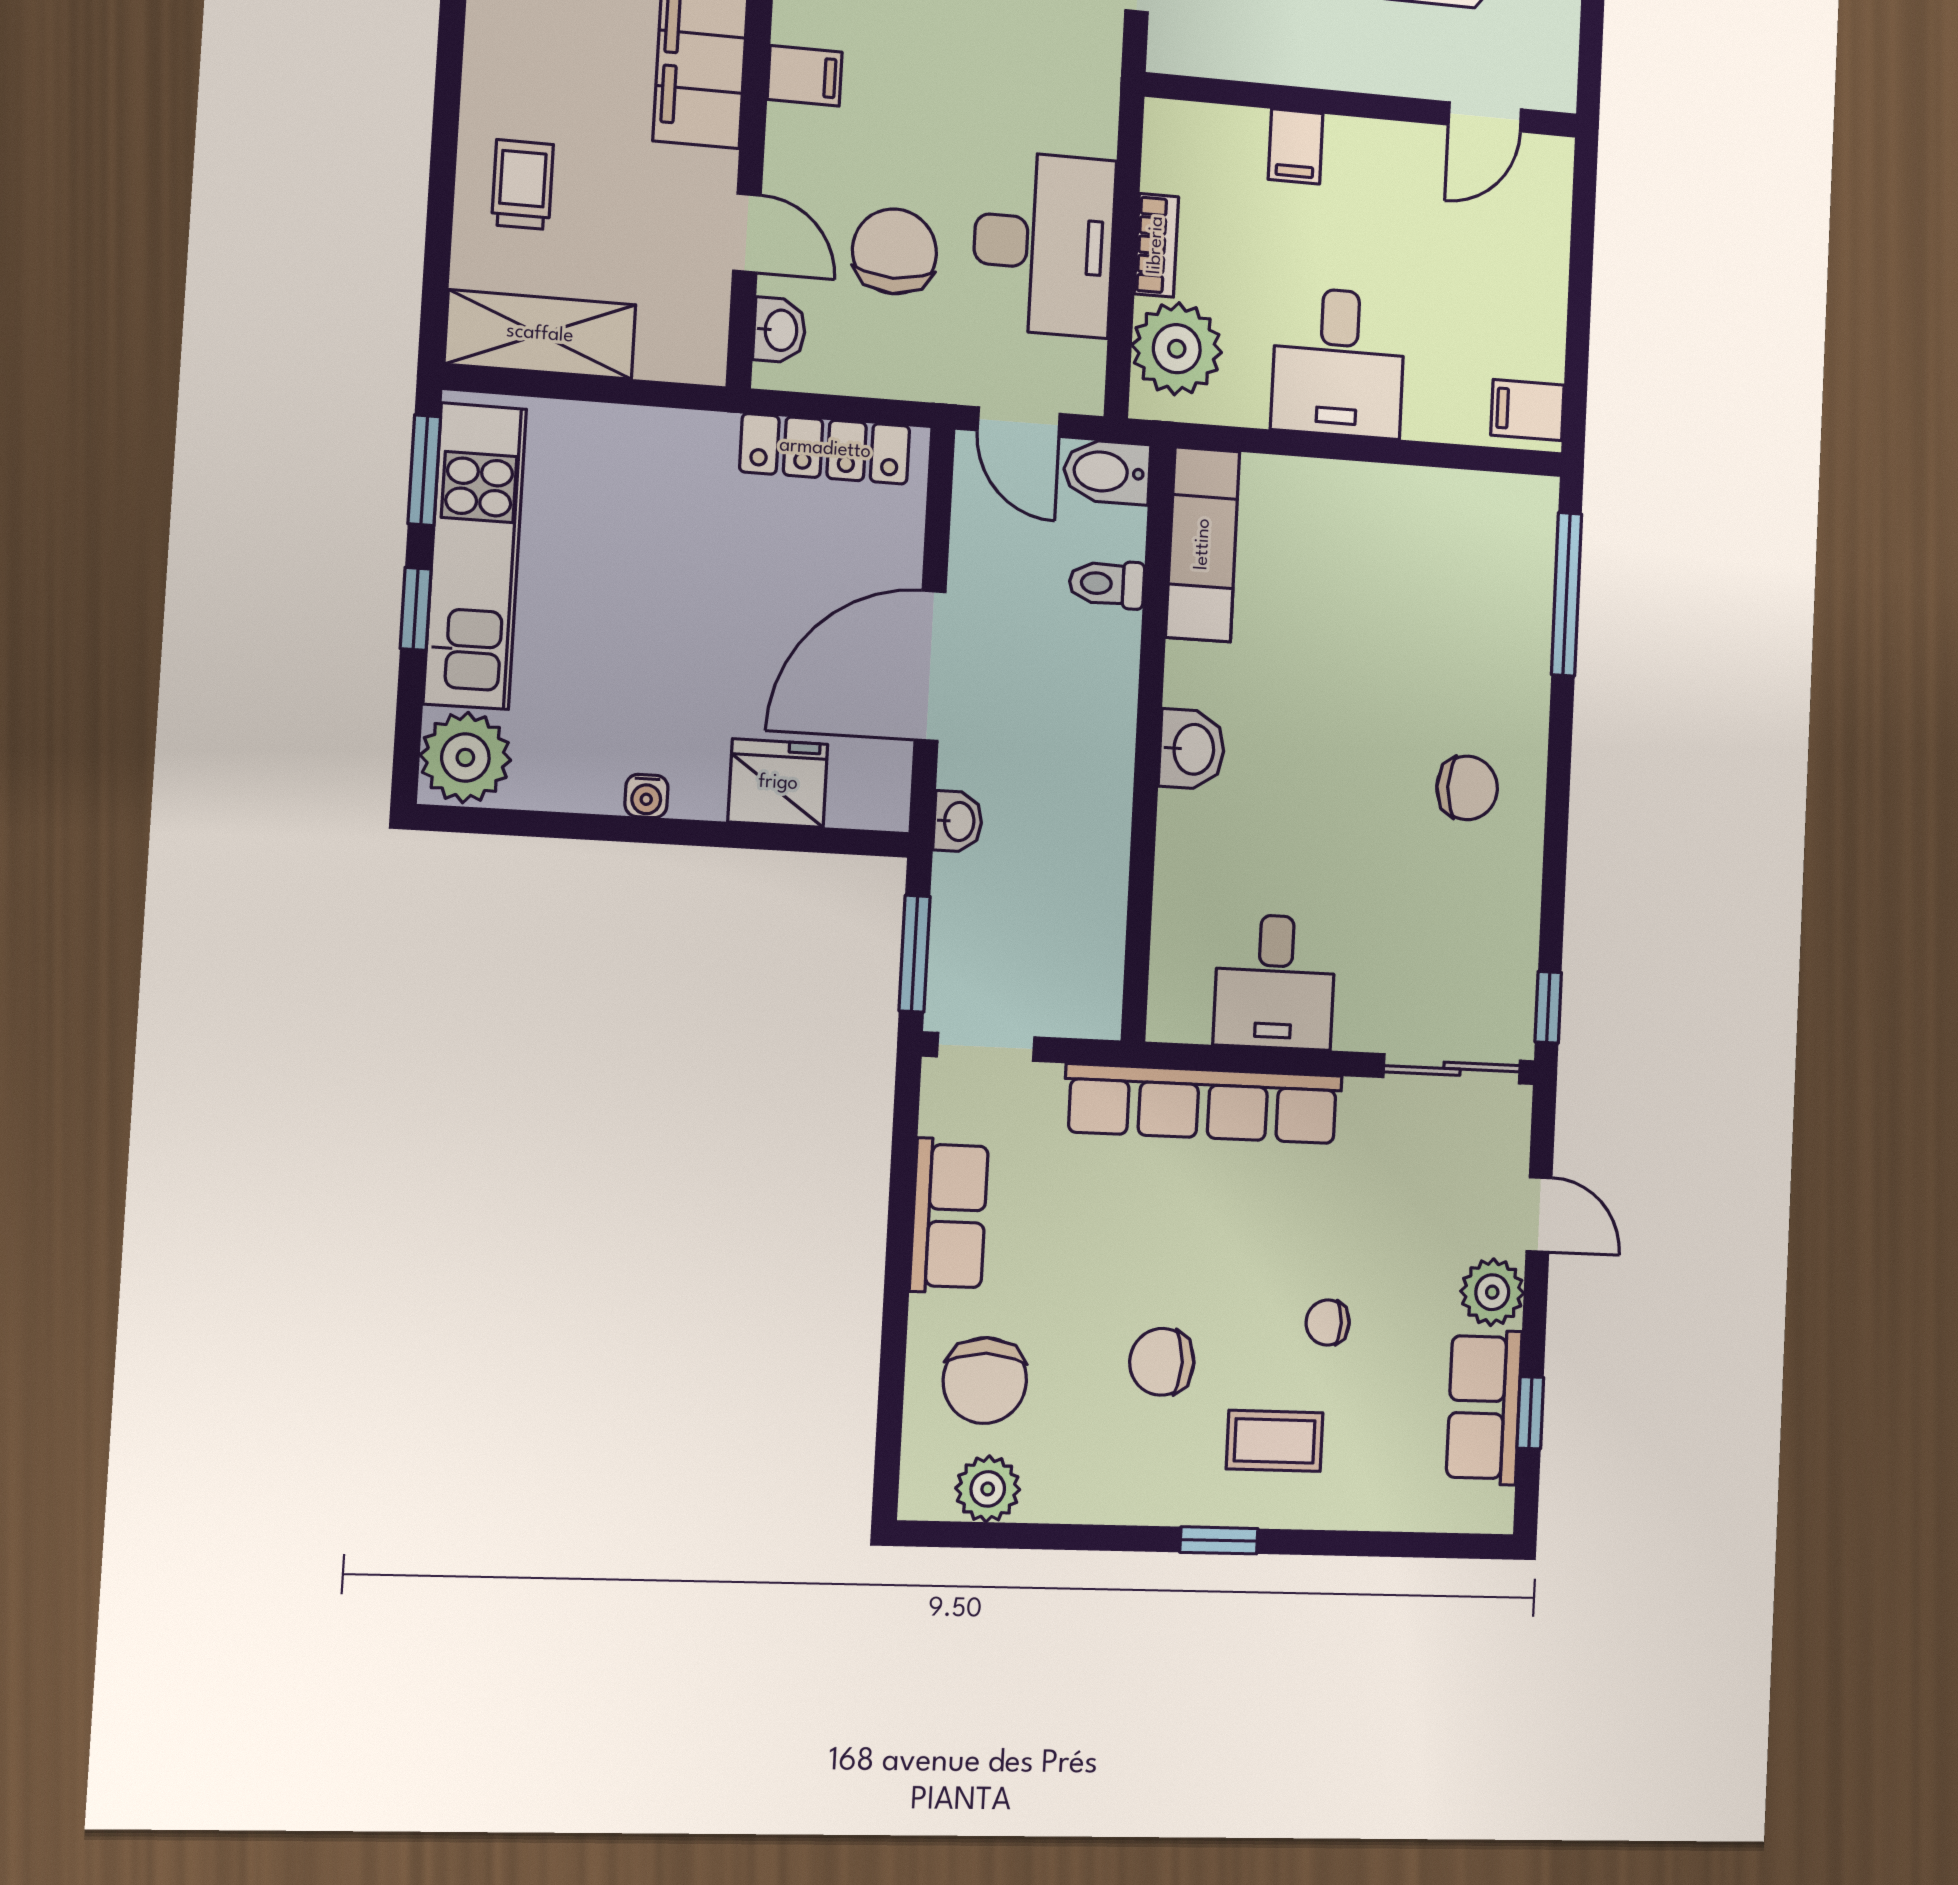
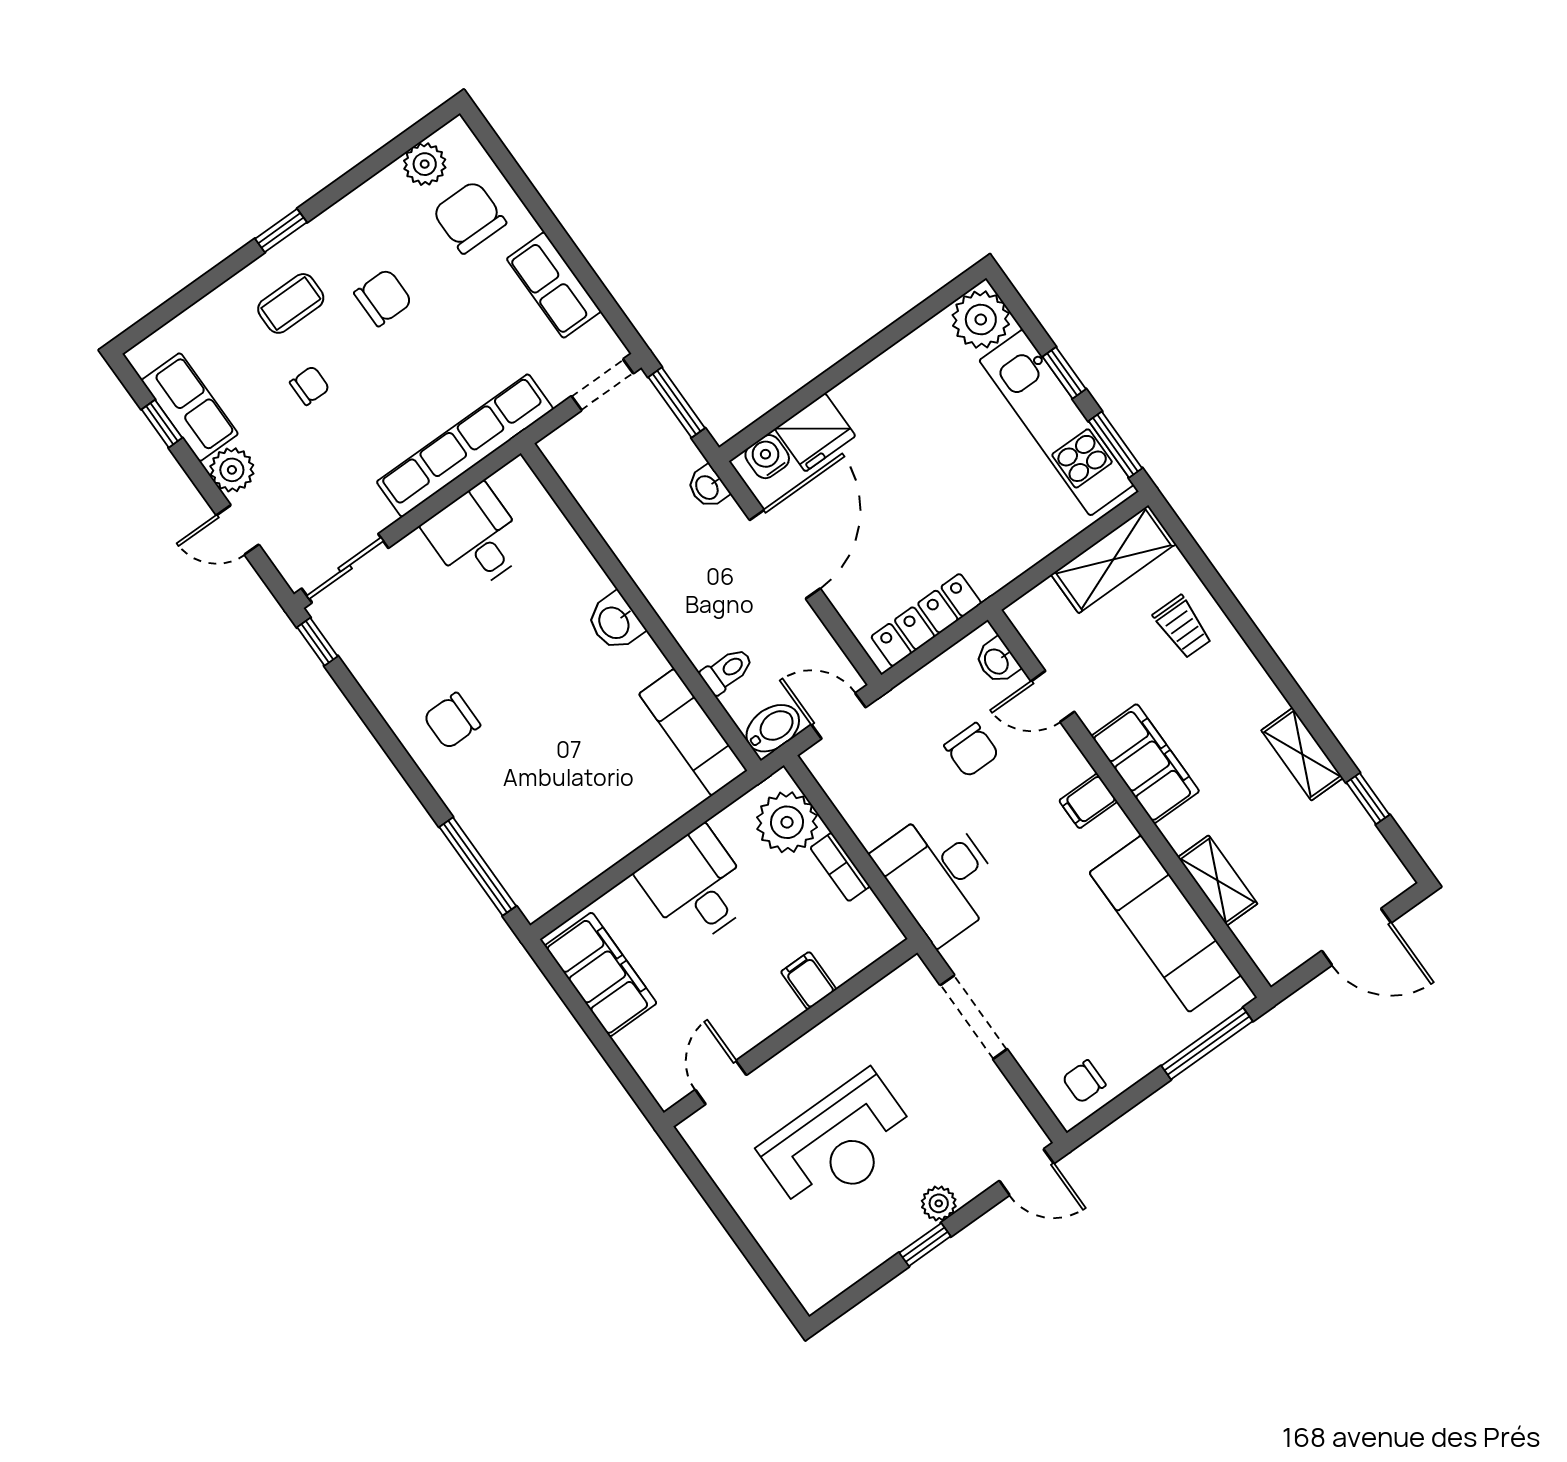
desk: (1044, 244) -> (940, 875), moved
chair: (894, 251) -> (971, 750), width x0.73, depth x0.73
filing cabinet: (1527, 410) -> (601, 974), width x3.00, depth x1.17
water cooler: (646, 796) -> (767, 457), moved, width x1.38, depth x1.38

